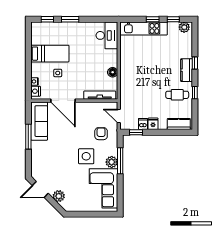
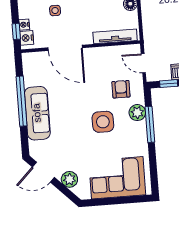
window: (28, 86) -> (16, 31), added
sofa: (39, 121) -> (37, 113), moved
window: (28, 137) -> (22, 101), width x1.46
plant: (112, 162) -> (137, 113), moved
corner sofa: (103, 188) -> (117, 178), moved, turned 90

